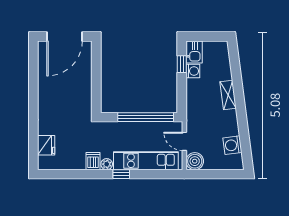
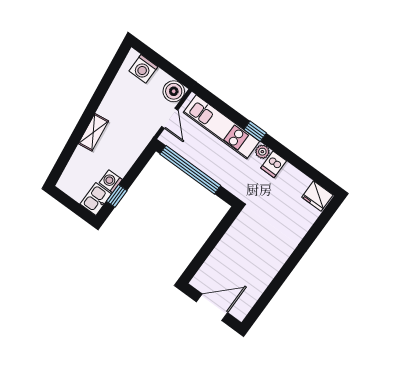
door: (65, 37) -> (212, 307), width x0.73
fridge: (46, 145) -> (317, 196), moved, turned -90
washing machine: (232, 145) -> (143, 69), moved, turned 97

